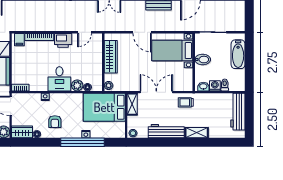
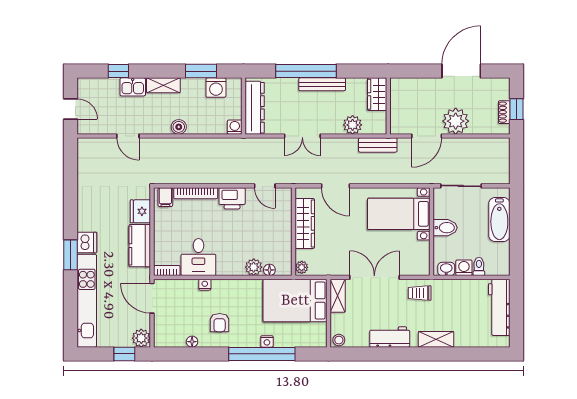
door: (84, 32) -> (265, 186), hinge flipped
door: (142, 32) -> (335, 186), moved
desk: (59, 79) -> (198, 257), moved
workbench: (166, 131) -> (390, 337), width x0.73
wardrobe: (22, 132) -> (169, 338), removed

